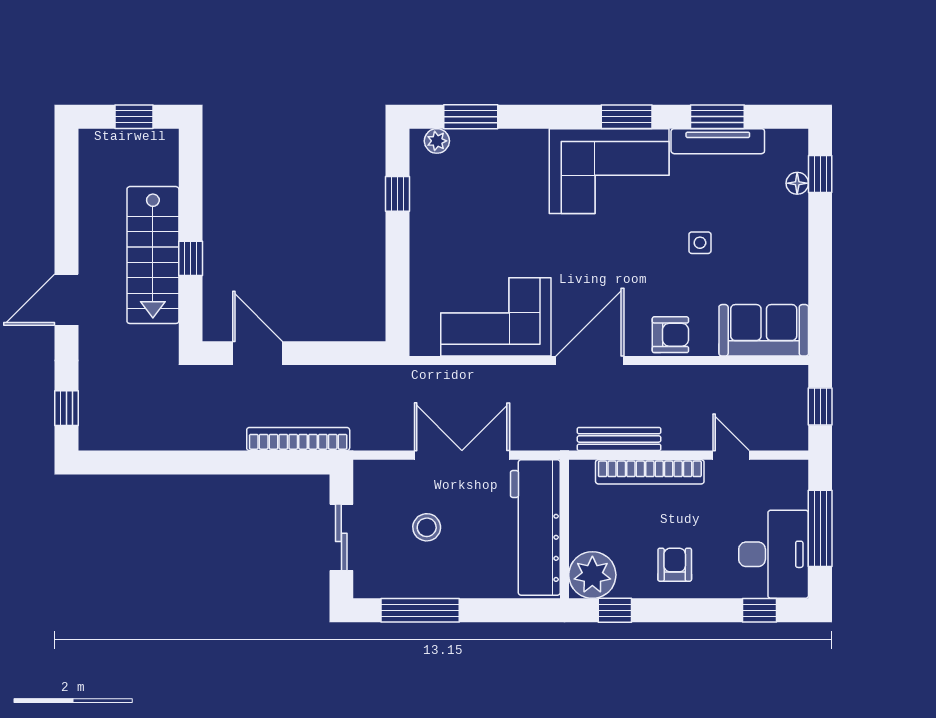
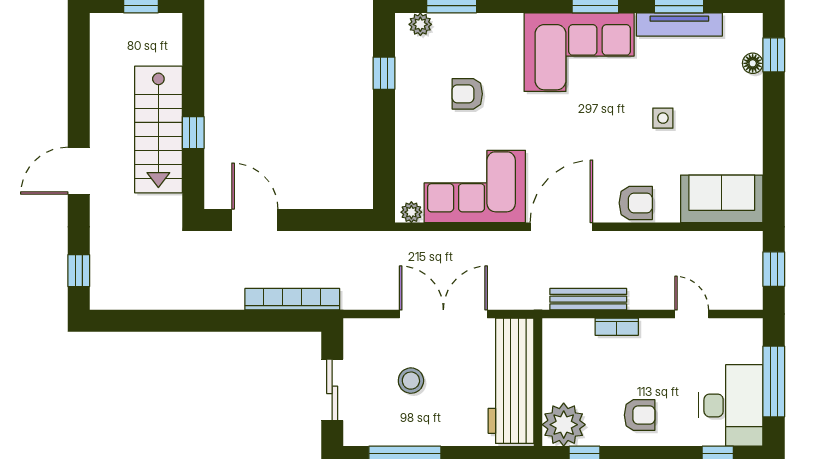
armchair: (488, 216) -> (467, 94), added
plant: (427, 345) -> (411, 212), added
bookcase: (650, 472) -> (617, 327), width x0.43, depth x0.76
armchair: (675, 565) -> (640, 415), turned 90

